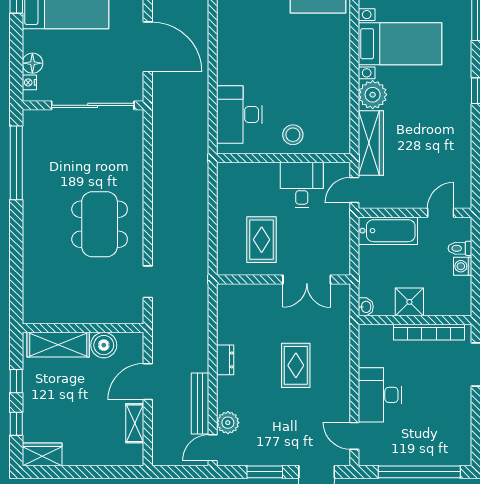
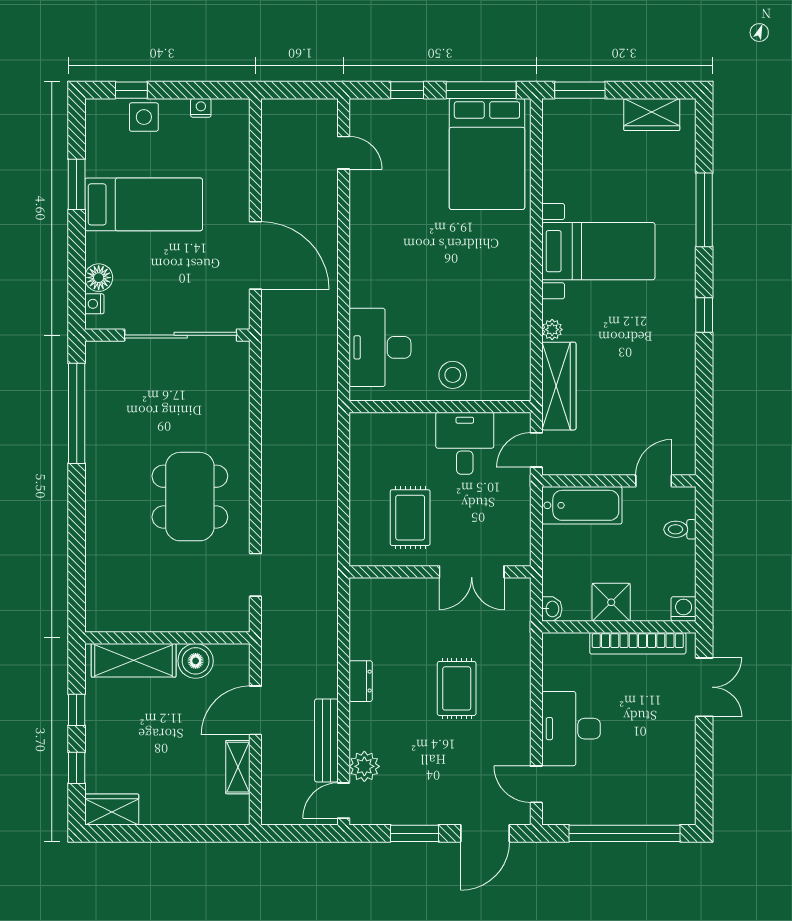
plant: (373, 95) -> (552, 330), width x0.53, depth x0.53
washing machine: (463, 266) -> (684, 609), moved, turned 90

